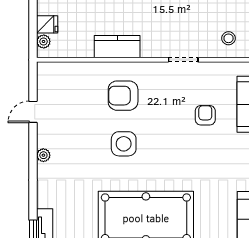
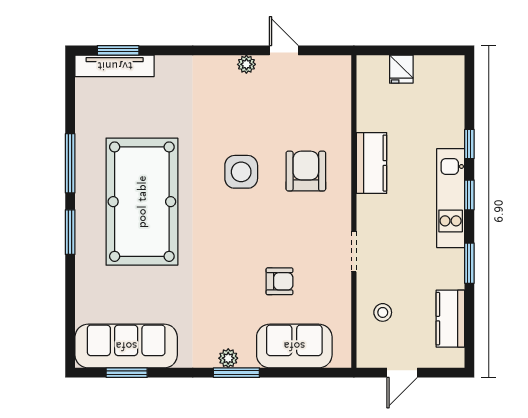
plant: (44, 41) -> (378, 64), removed
plant: (43, 155) -> (246, 64), moved

